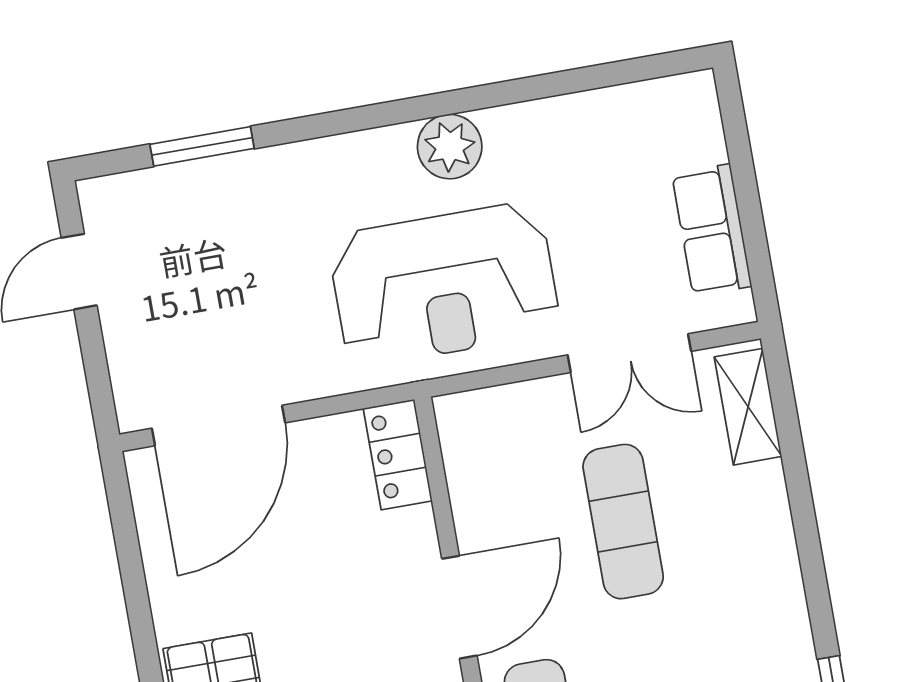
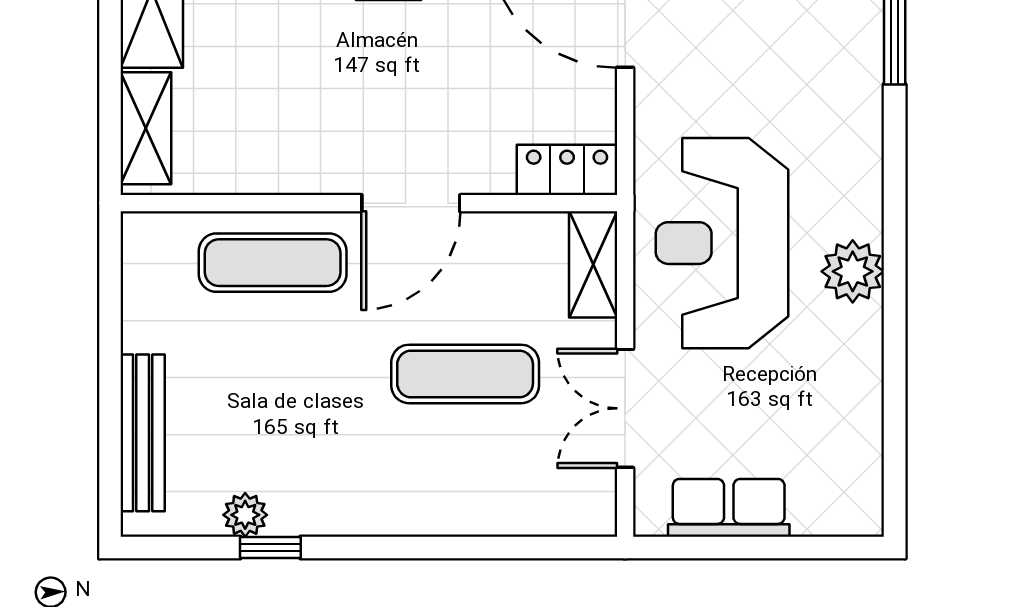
shelving: (748, 407) -> (593, 264), moved, turned 90
door: (459, 607) -> (411, 203), hinge flipped

